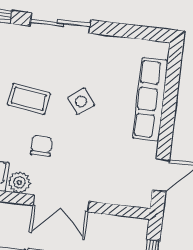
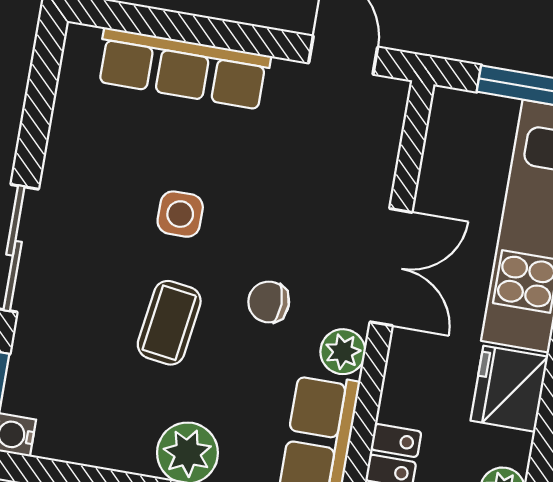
side table: (81, 101) -> (180, 214), turned 36

